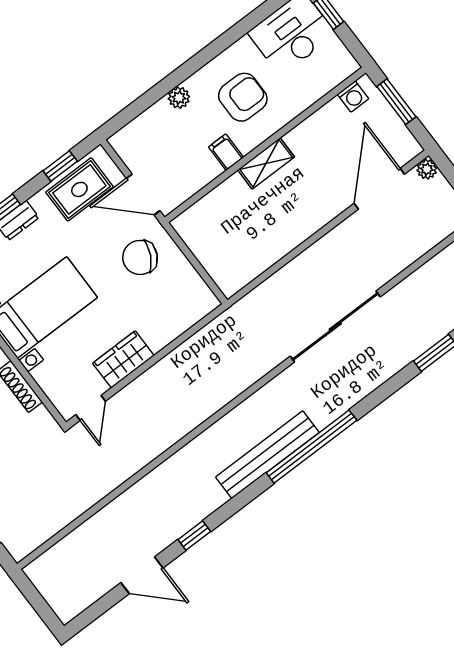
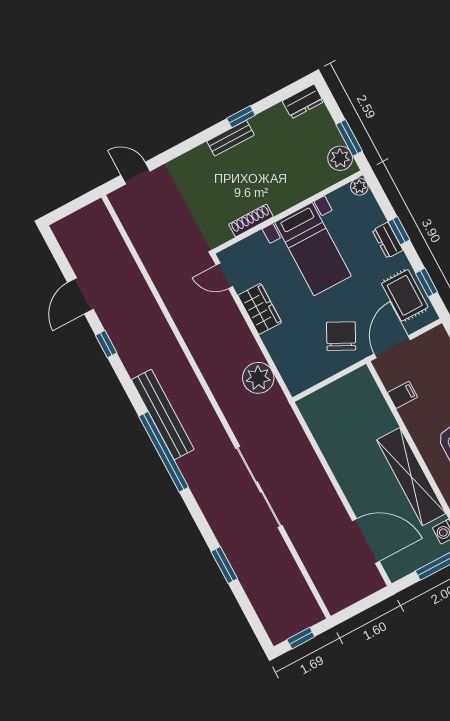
filing cabinet: (226, 152) -> (402, 395), moved
shelving: (266, 163) -> (411, 477), width x2.20, depth x1.33
plant: (427, 169) -> (258, 378), moved, width x1.88, depth x1.88

